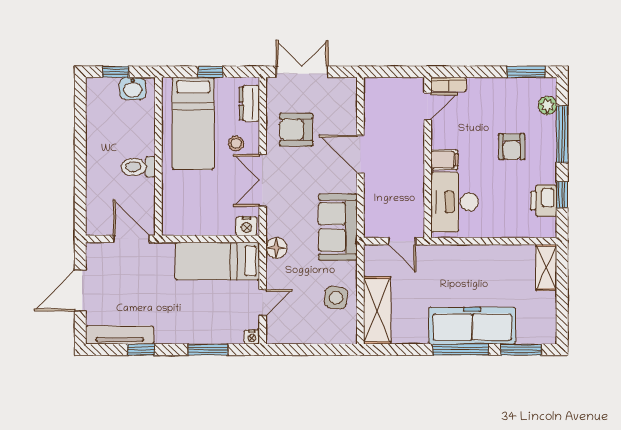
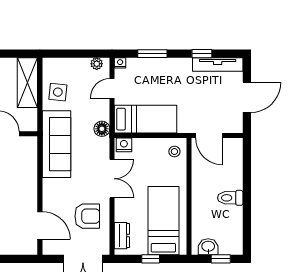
stool: (236, 143) -> (174, 151), moved
door: (360, 154) -> (40, 226), moved
toilet: (138, 167) -> (230, 198), moved, turned 180
sofa: (338, 227) -> (57, 144), width x1.36
plant: (283, 336) -> (97, 64), added

